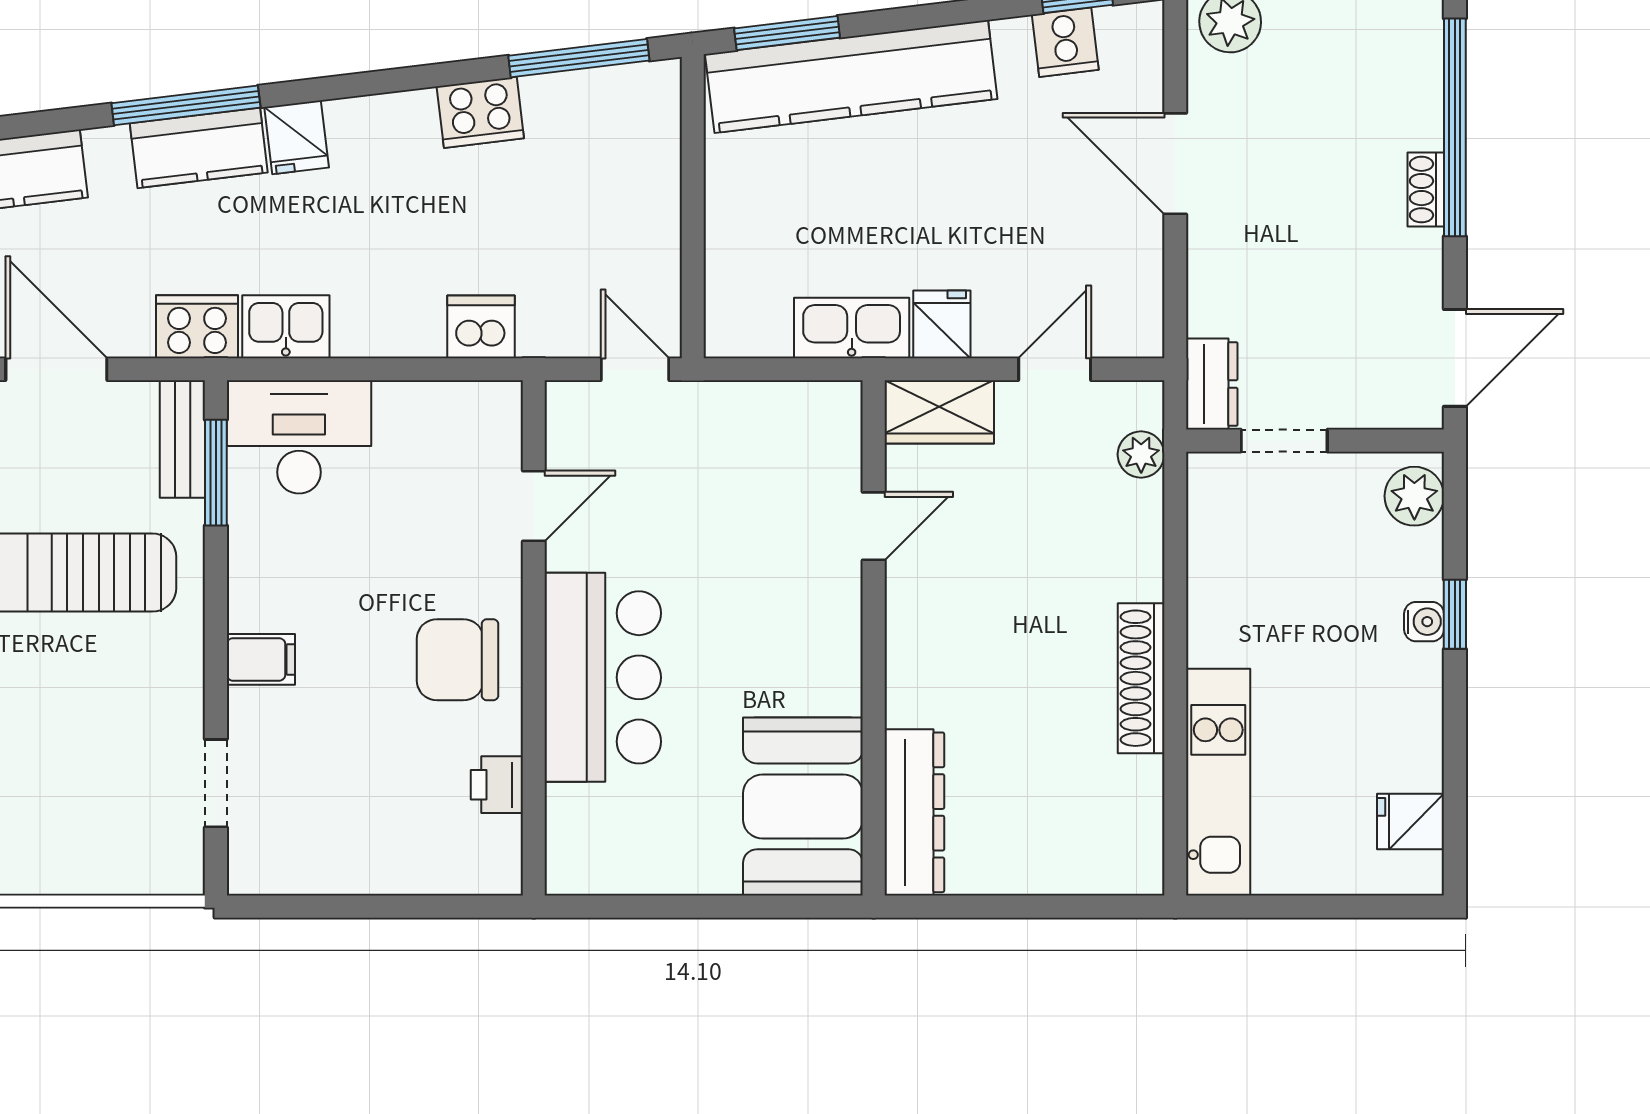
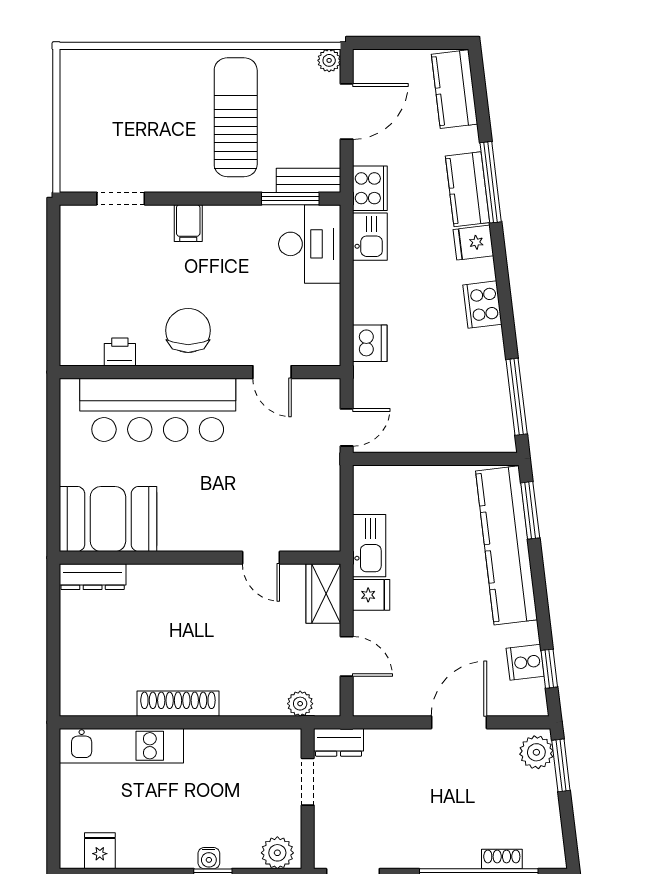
cooker: (480, 112) -> (482, 305), moved
shoe rack: (1426, 190) -> (502, 859), moved
bar counter: (603, 677) -> (158, 410), width x1.36
dresser: (914, 812) -> (93, 577), width x0.73, depth x0.80

